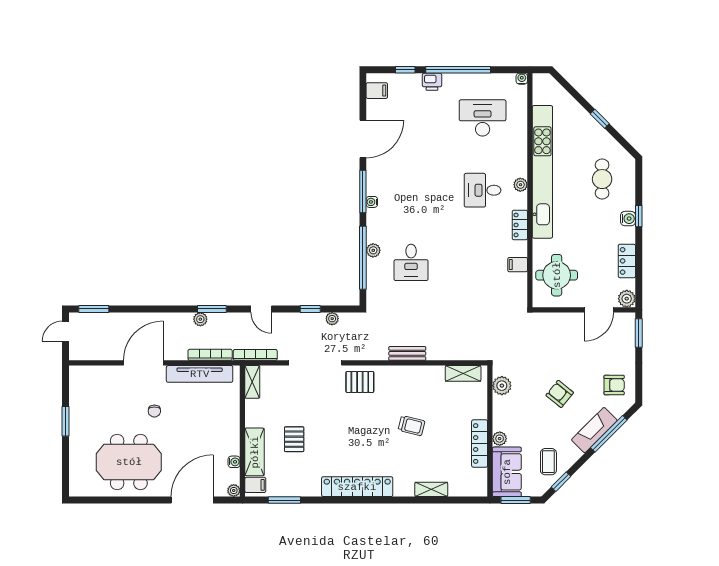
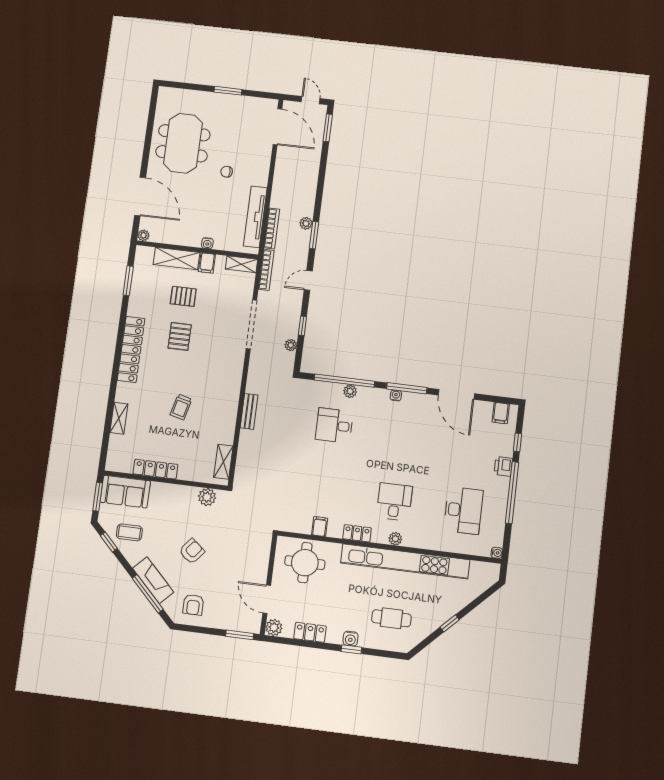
door: (143, 363) -> (277, 127), moved
pallet: (360, 382) -> (180, 336), moved
plant: (500, 439) -> (157, 489), removed
water cooler: (234, 462) -> (207, 243), moved
filing cabinet: (255, 485) -> (207, 263), moved

